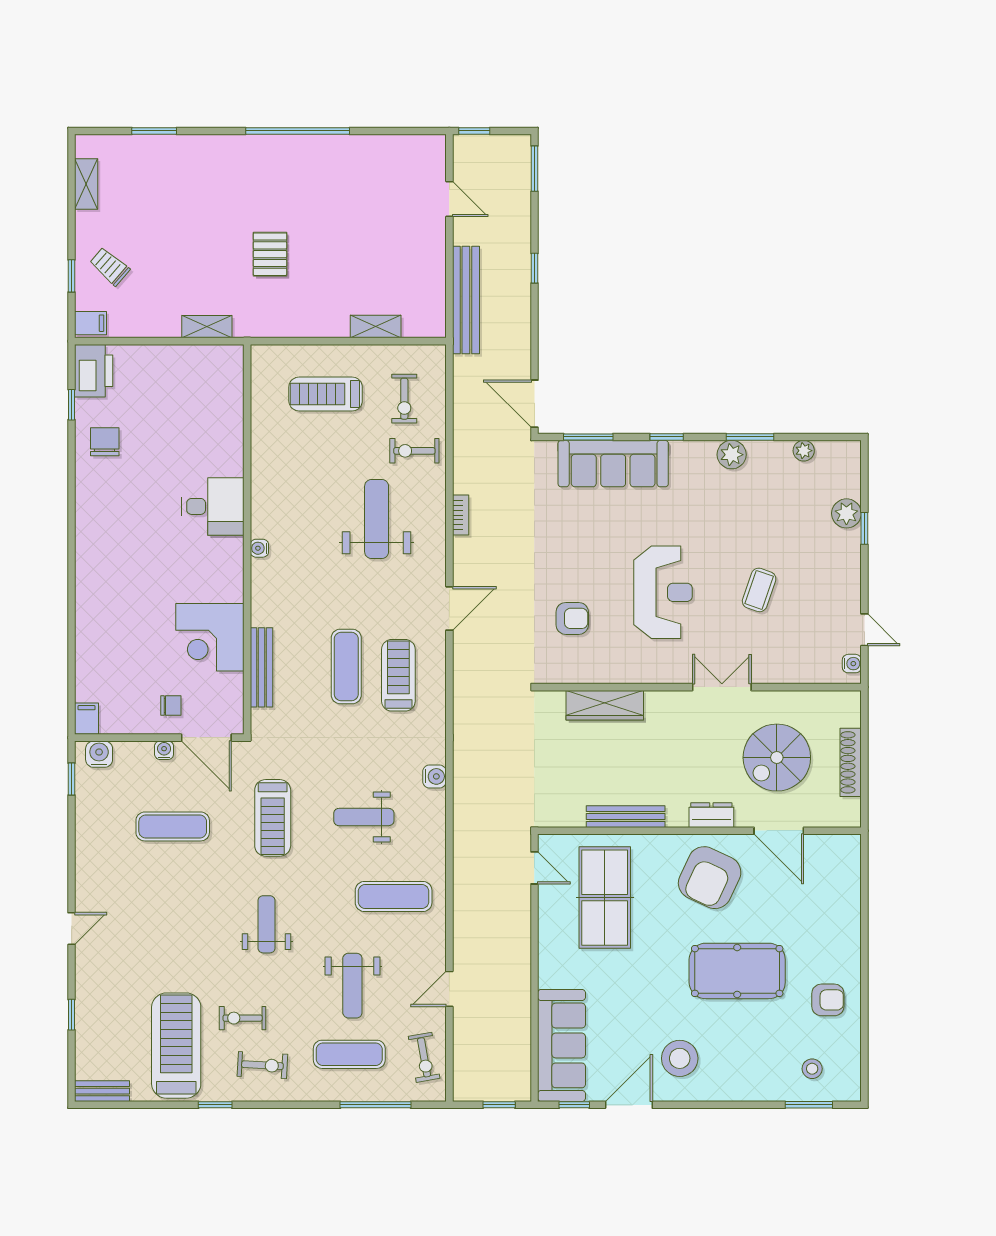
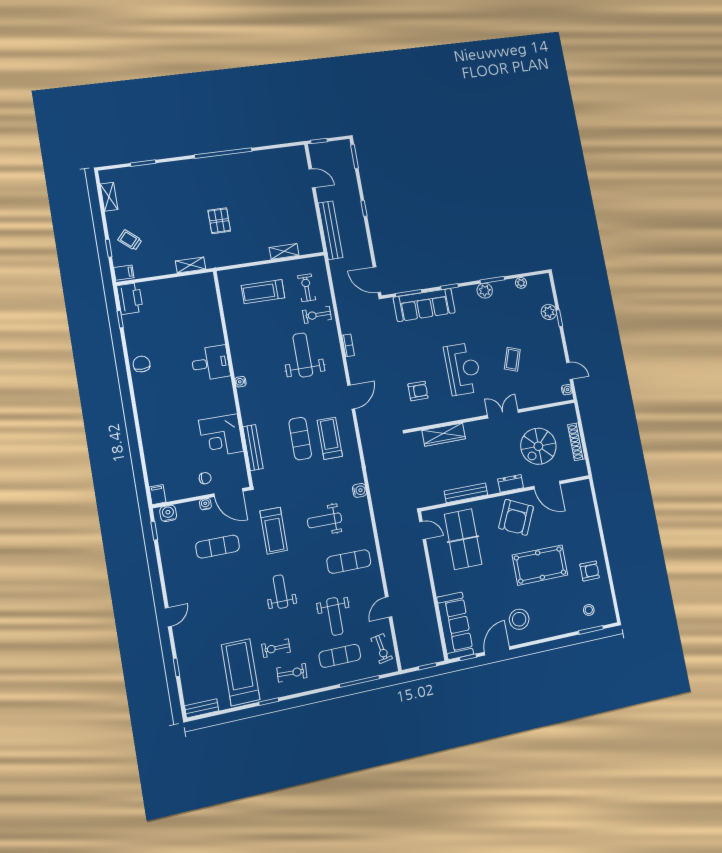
exercise bike: (404, 399) -> (307, 288), turned 180
chair: (105, 442) -> (142, 364), moved

